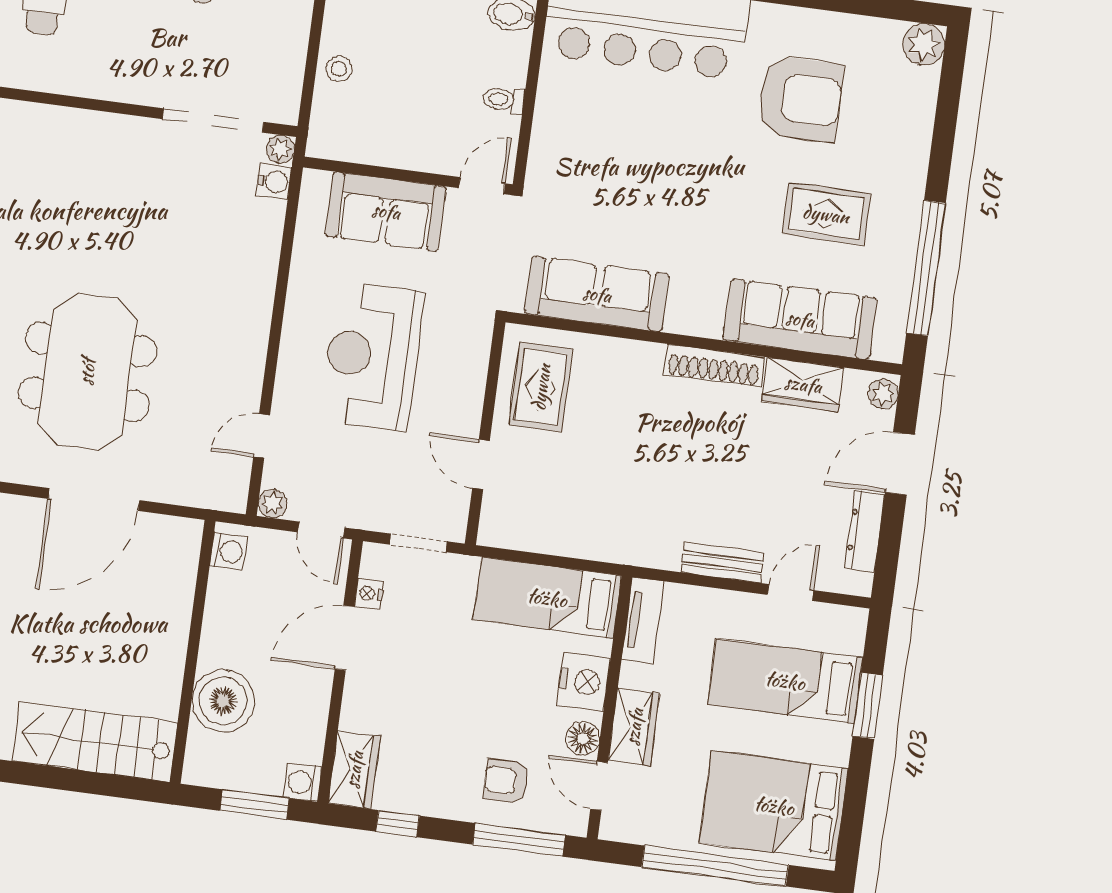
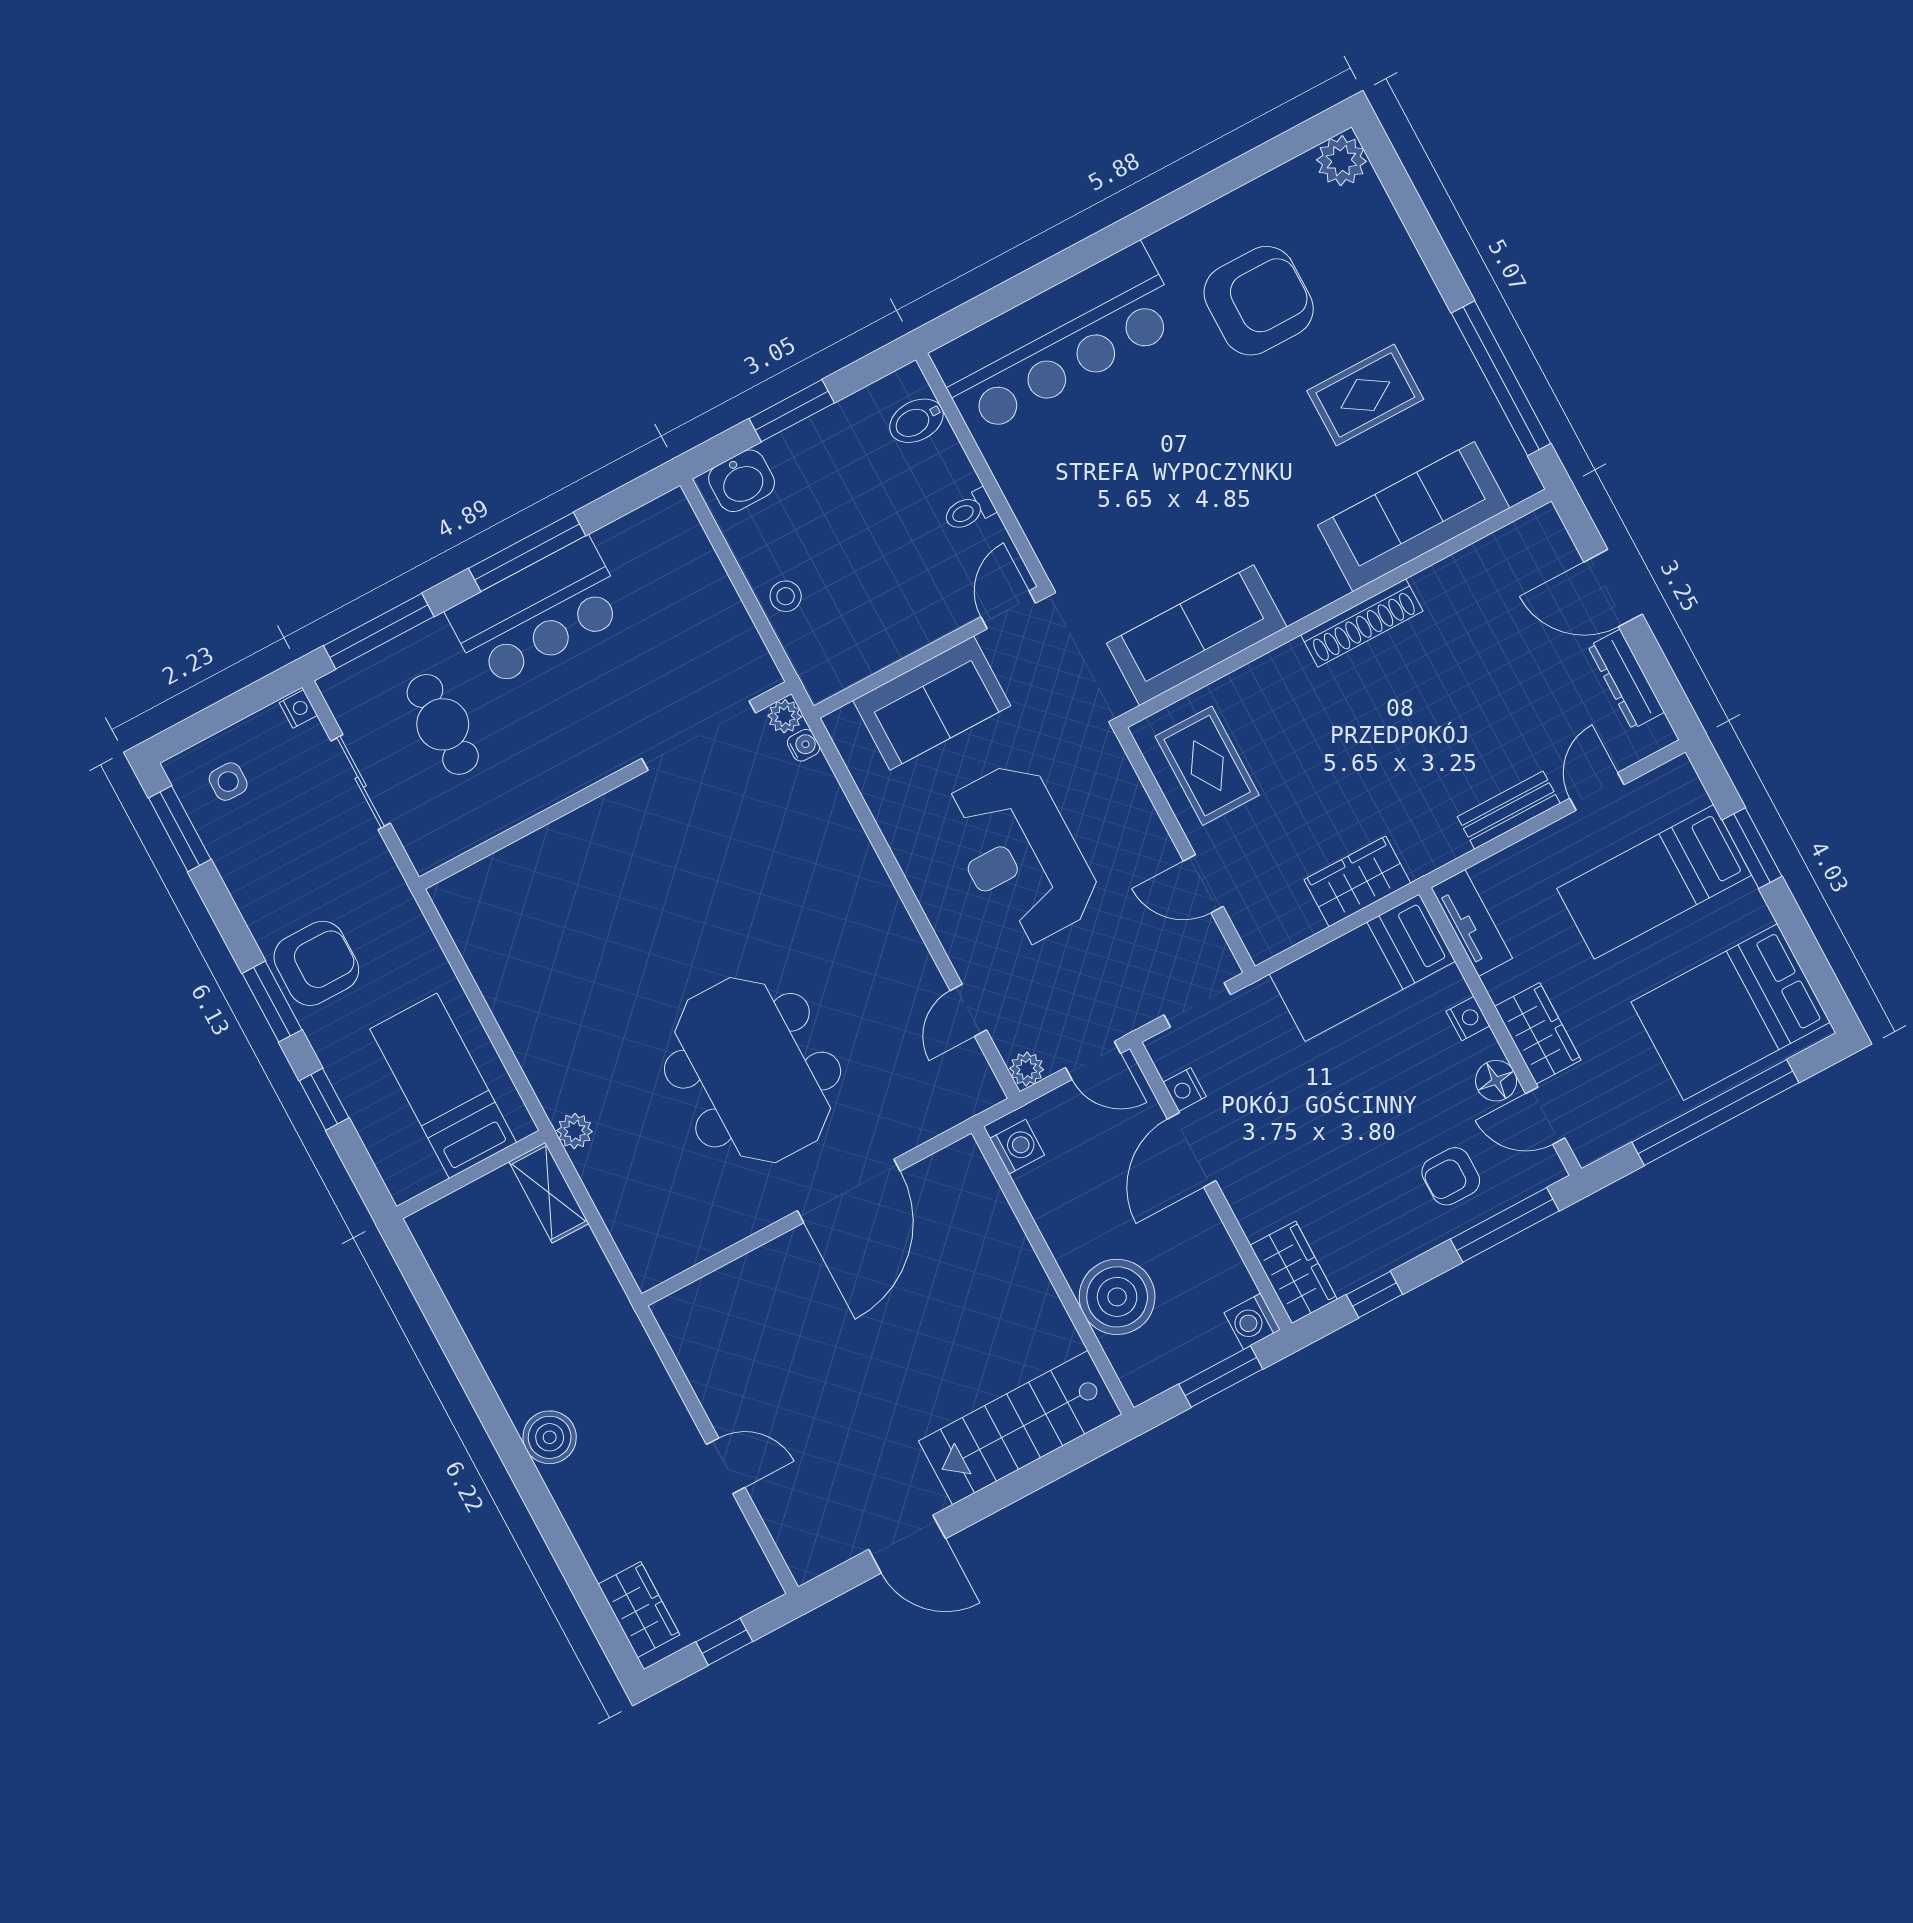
water cooler: (274, 182) -> (804, 745), width x0.72, depth x0.72
wardrobe: (803, 384) -> (1357, 881), moved, turned 180
plant: (883, 394) -> (1548, 532), removed
door: (900, 464) -> (1613, 588), hinge flipped
nightstand: (584, 682) -> (1468, 1019), width x0.53, depth x0.56

